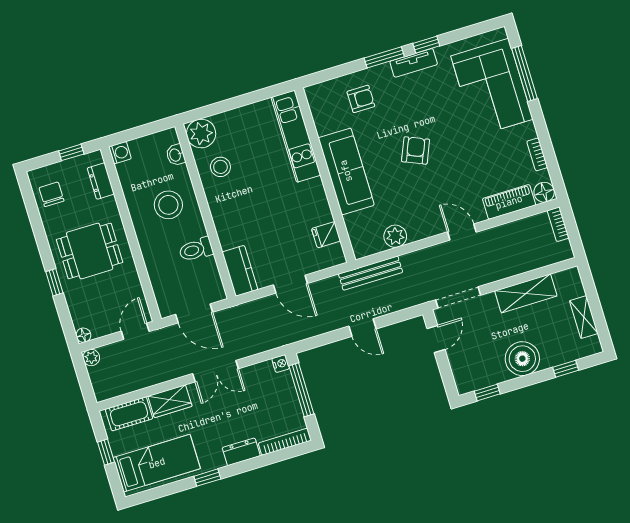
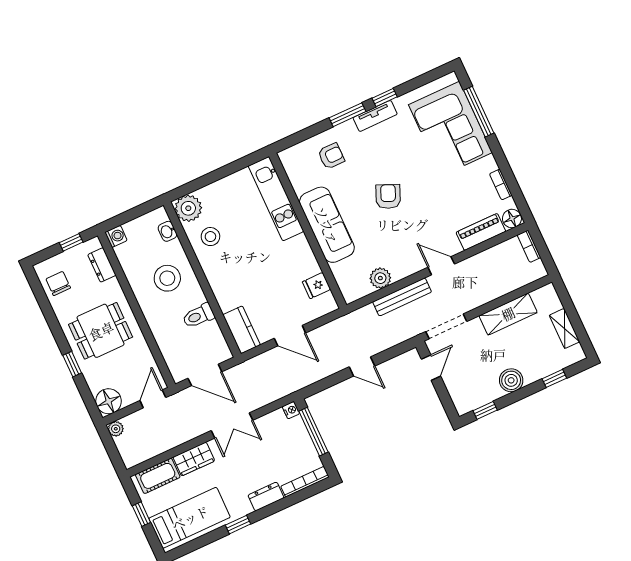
bench: (371, 273) -> (402, 297), moved
floor lamp: (83, 335) -> (109, 401), width x1.89, depth x1.89
boiler: (522, 359) -> (511, 380), width x0.73, depth x0.73

